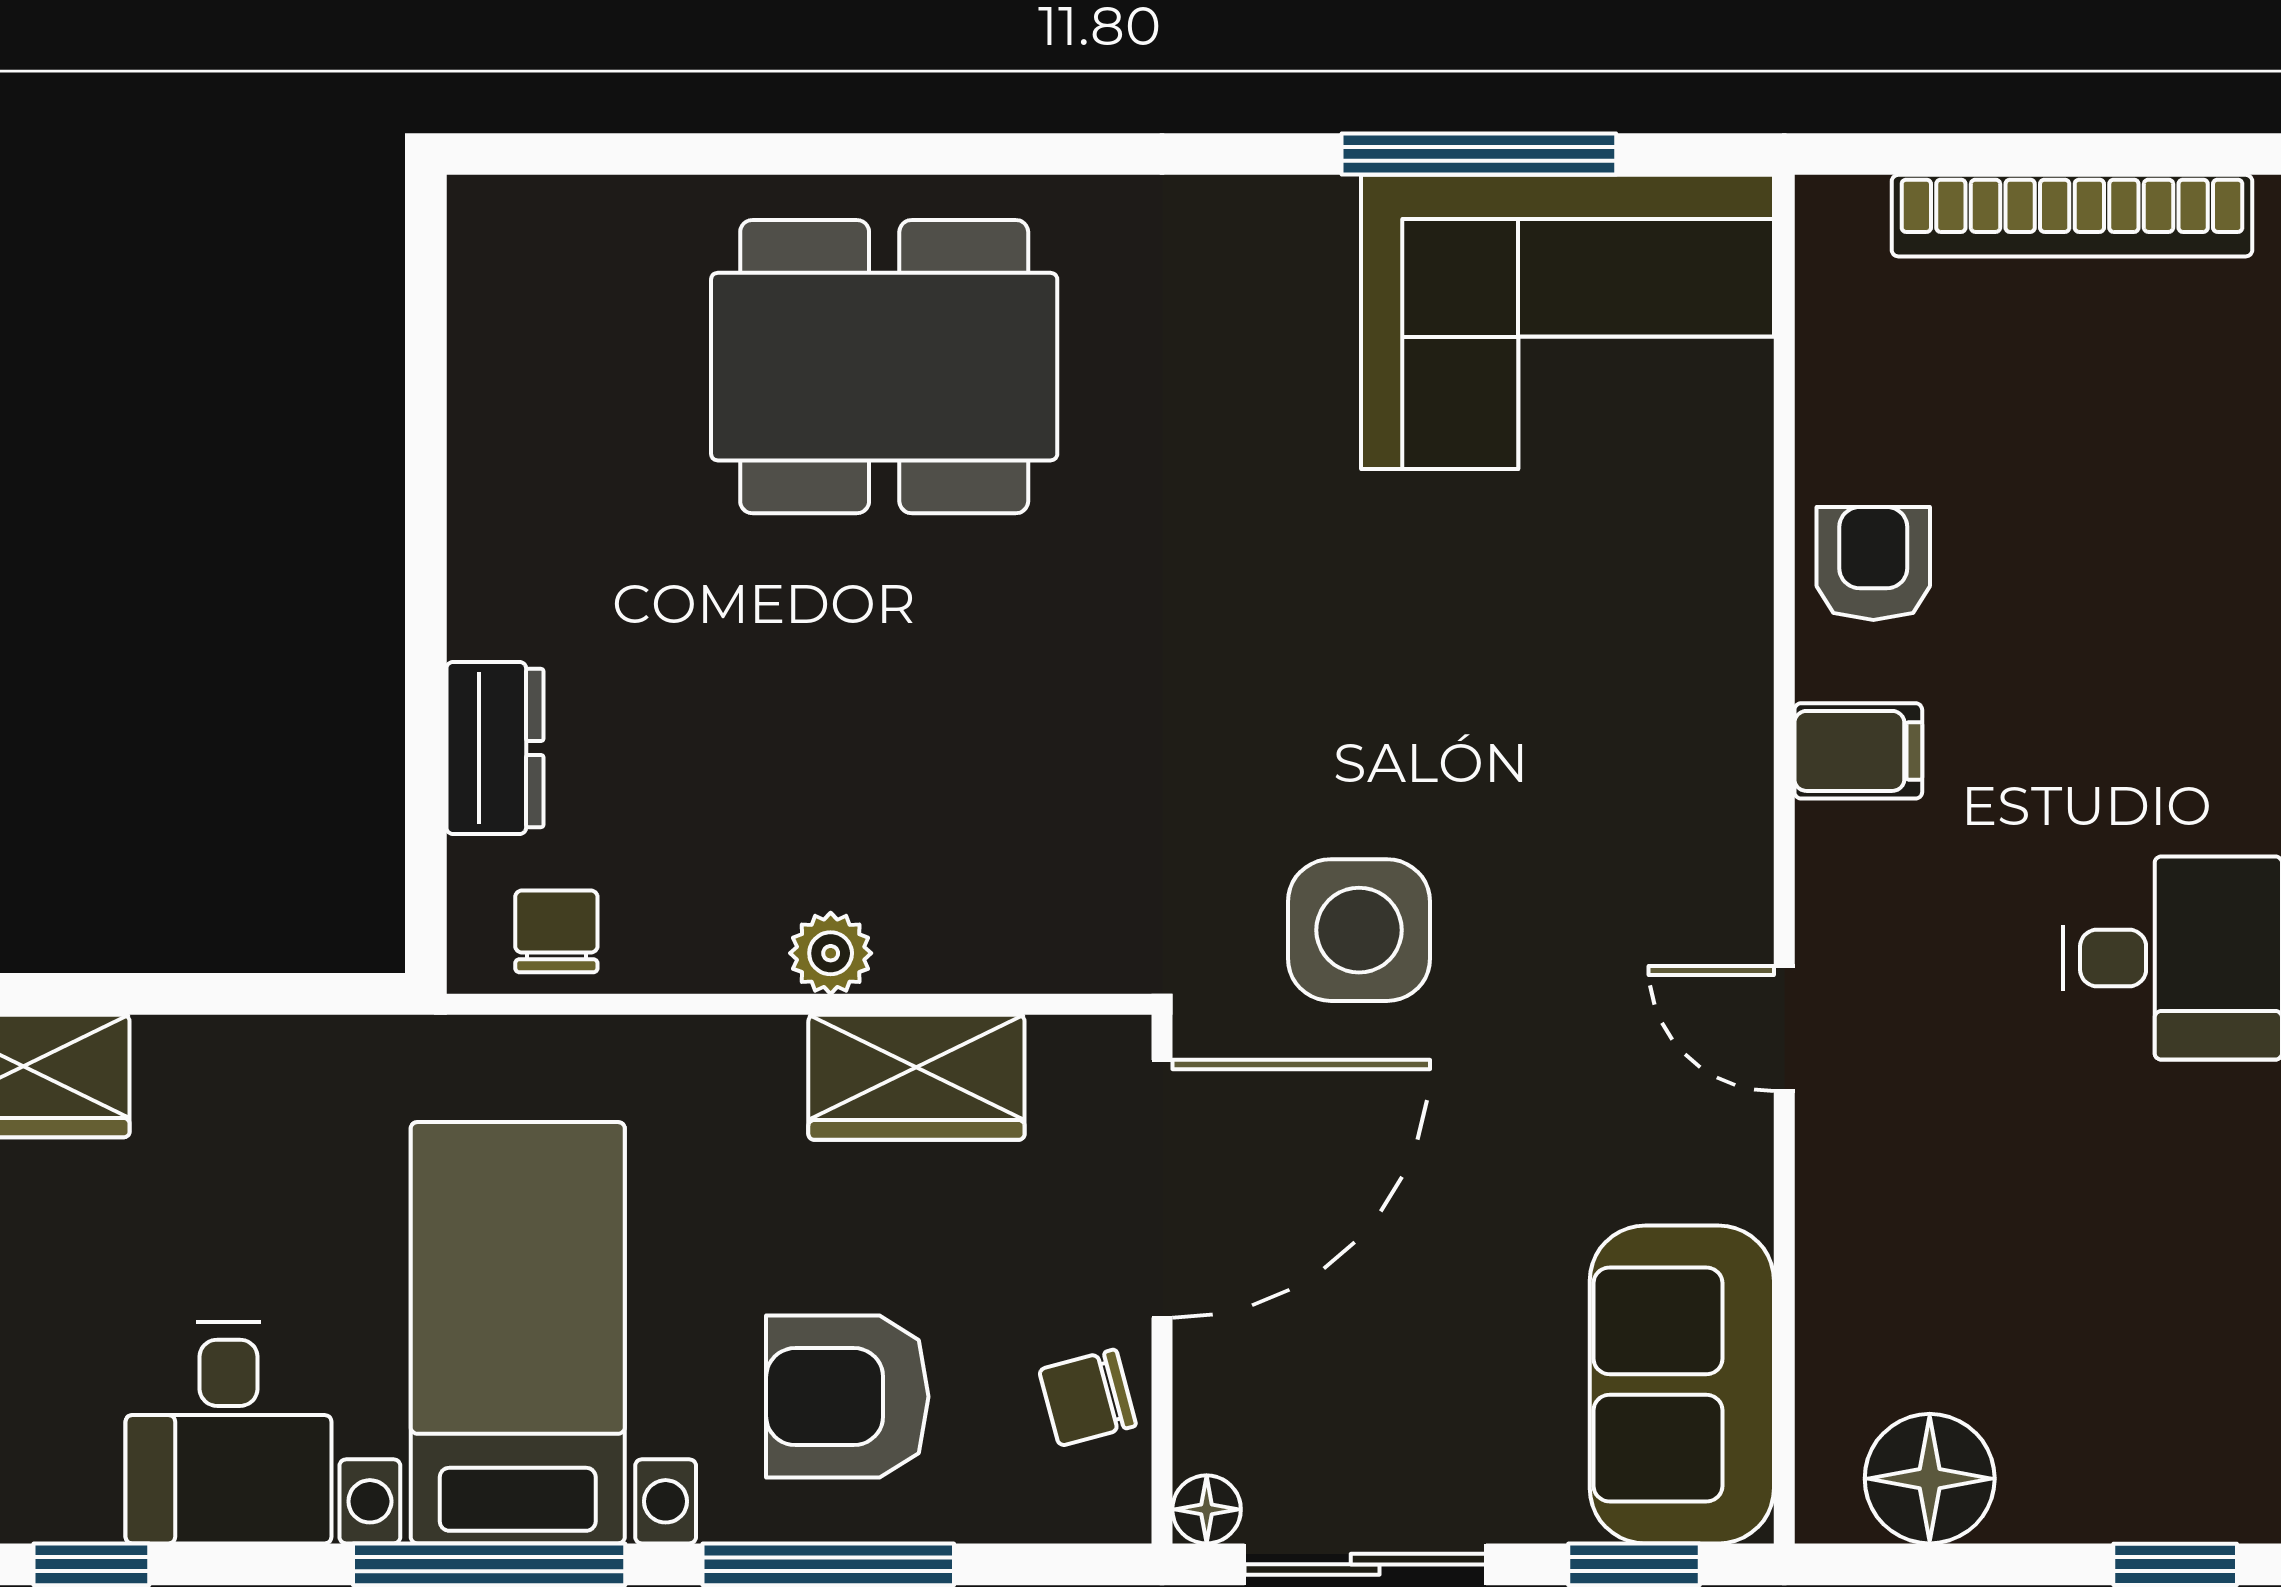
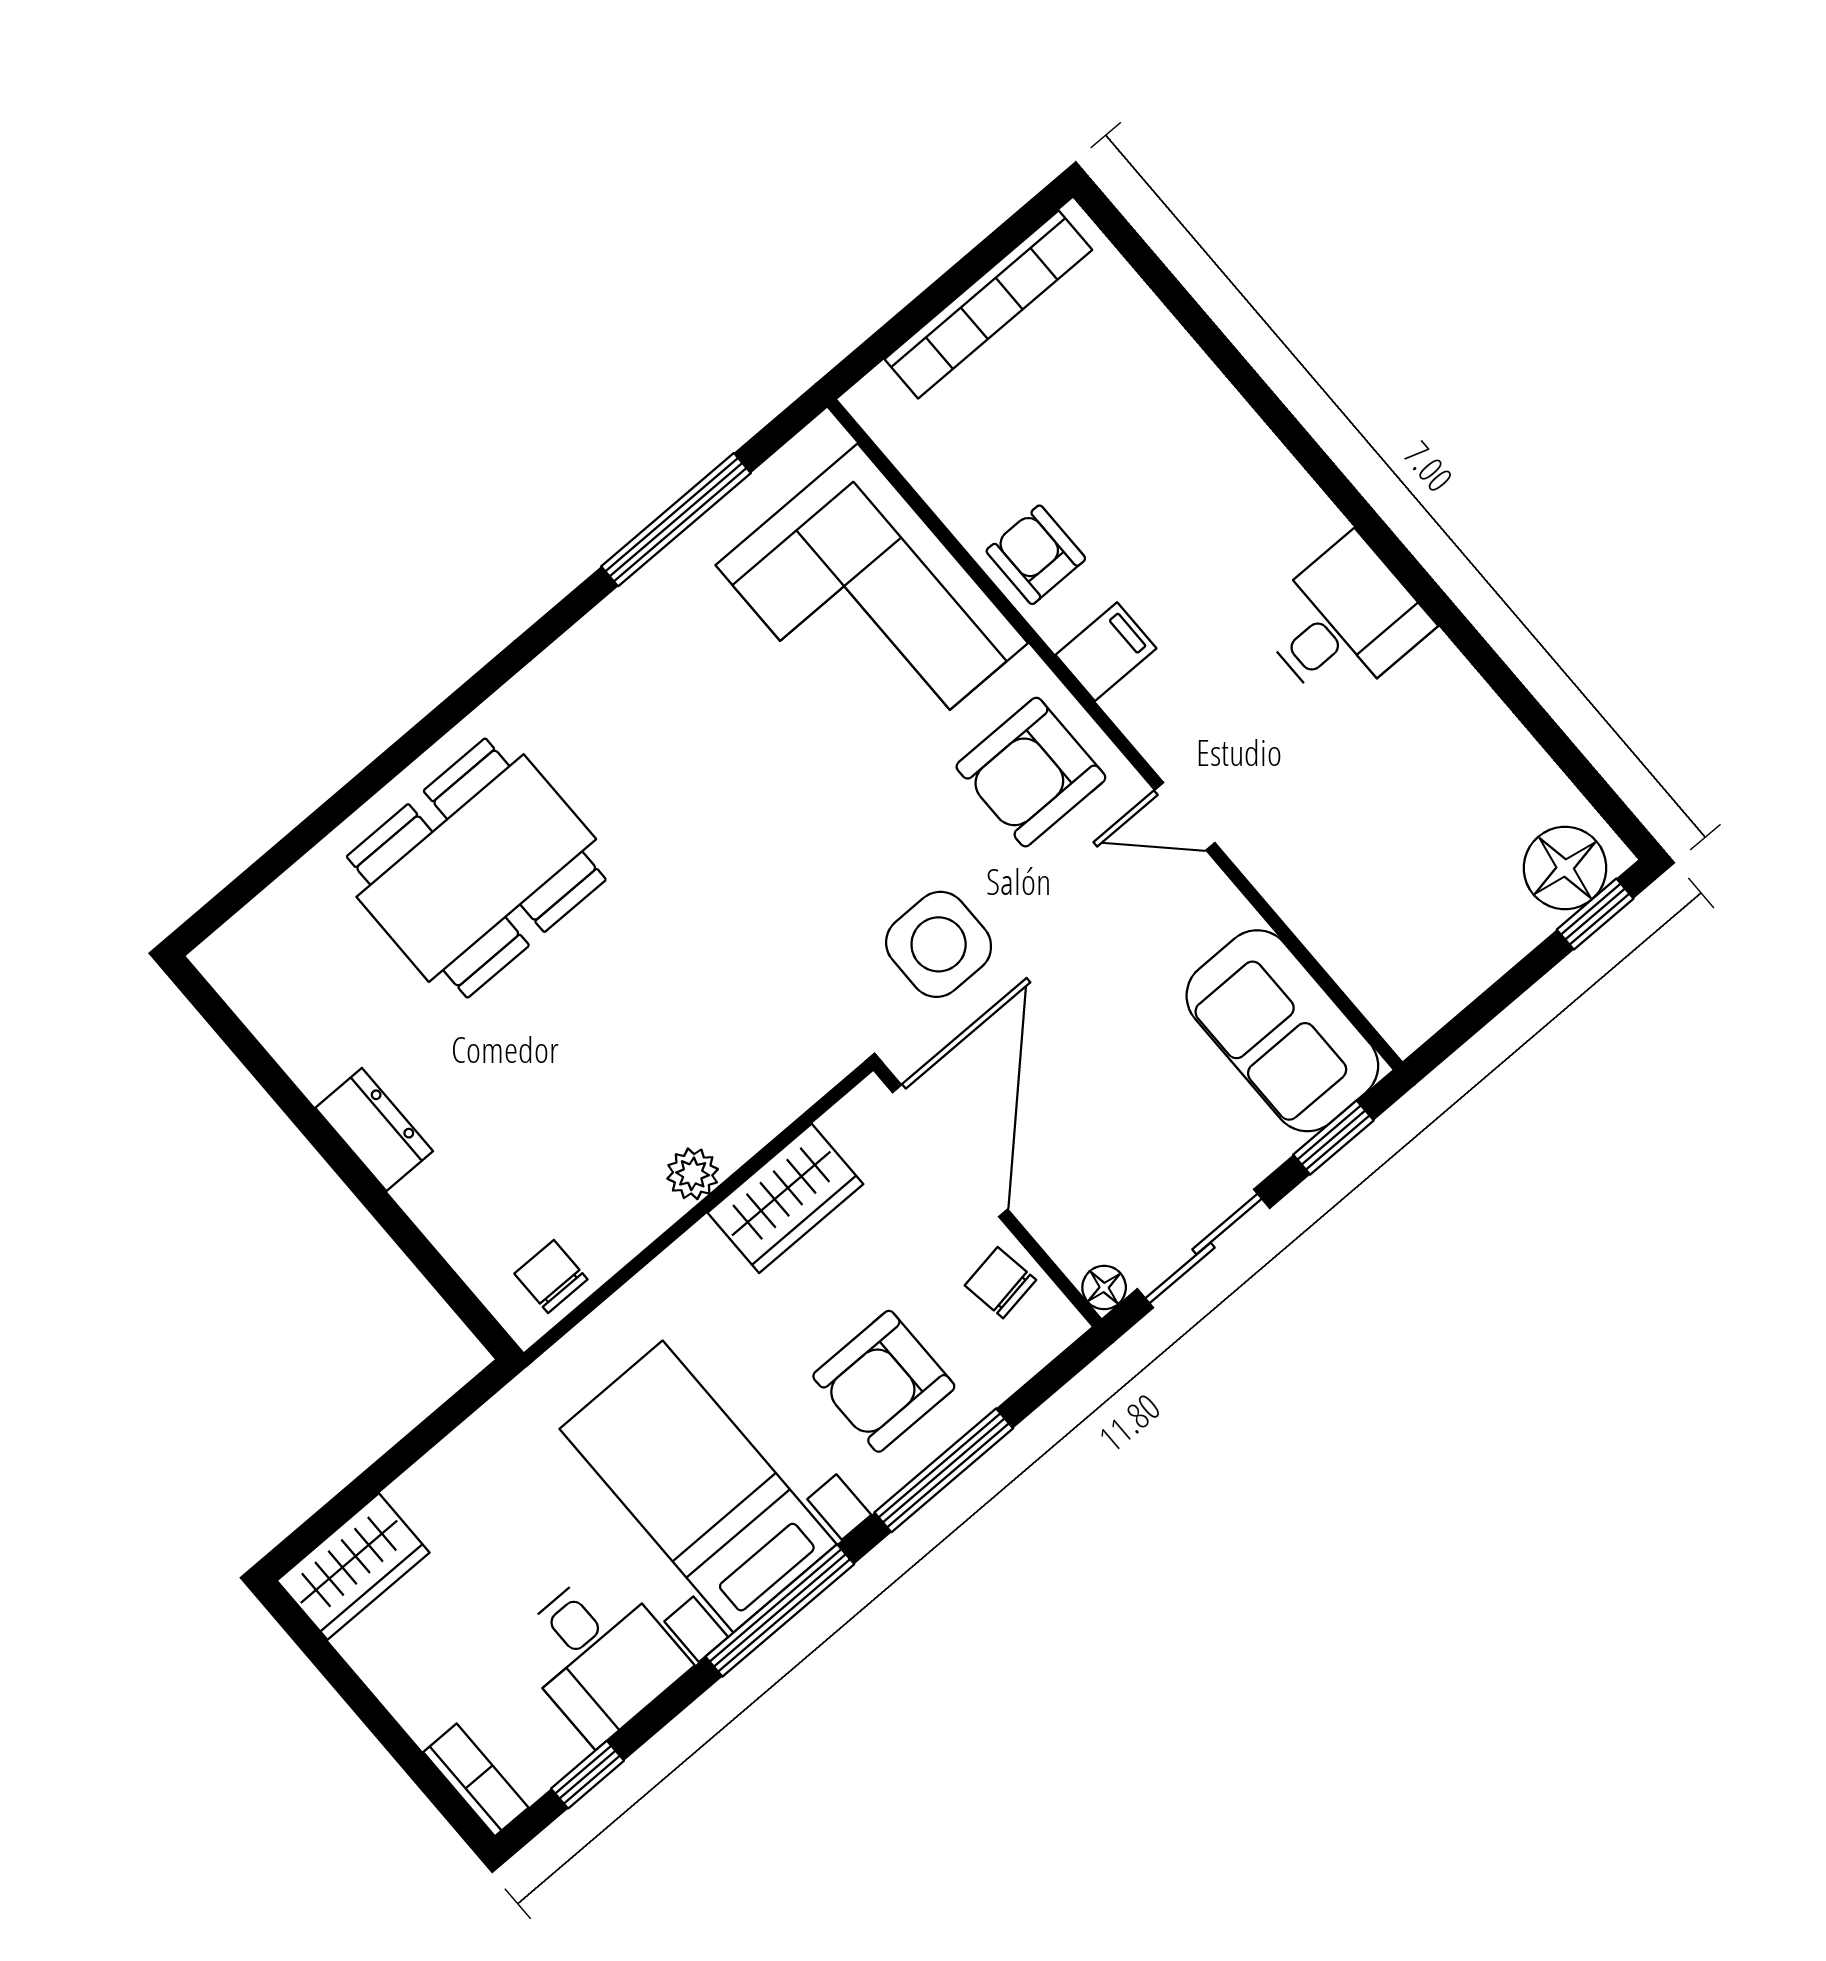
corner sofa: (1568, 322) -> (872, 604), moved, turned 90
dresser: (495, 748) -> (374, 1130), moved
armchair: (1645, 818) -> (1031, 772), added
chair: (1088, 1398) -> (1000, 1283), turned 96
floor lamp: (1930, 1479) -> (1565, 868), moved

